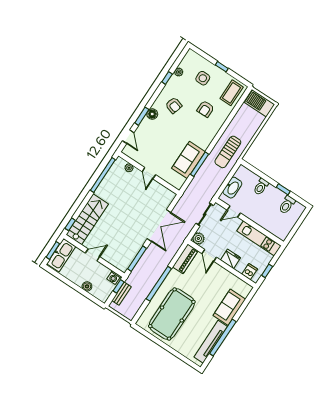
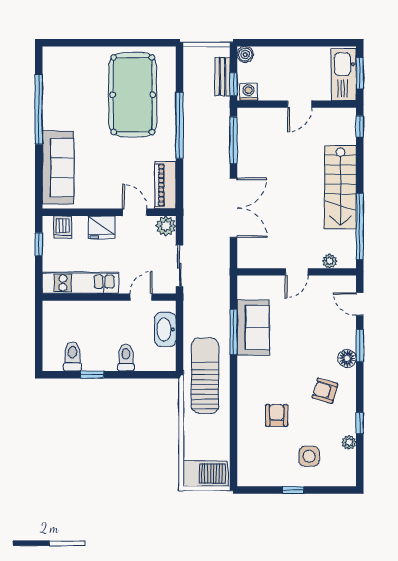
coffee table: (232, 93) -> (255, 462), removed
sun lounger: (228, 152) -> (205, 376), width x1.36, depth x1.34
door: (149, 173) -> (297, 272), swing flipped
stairs: (87, 219) -> (340, 187), moved
double door: (159, 225) -> (234, 208), swing flipped
boiler: (87, 286) -> (245, 54), moved
sofa: (229, 307) -> (58, 168), width x1.36
tv unit: (211, 342) -> (52, 92), removed

